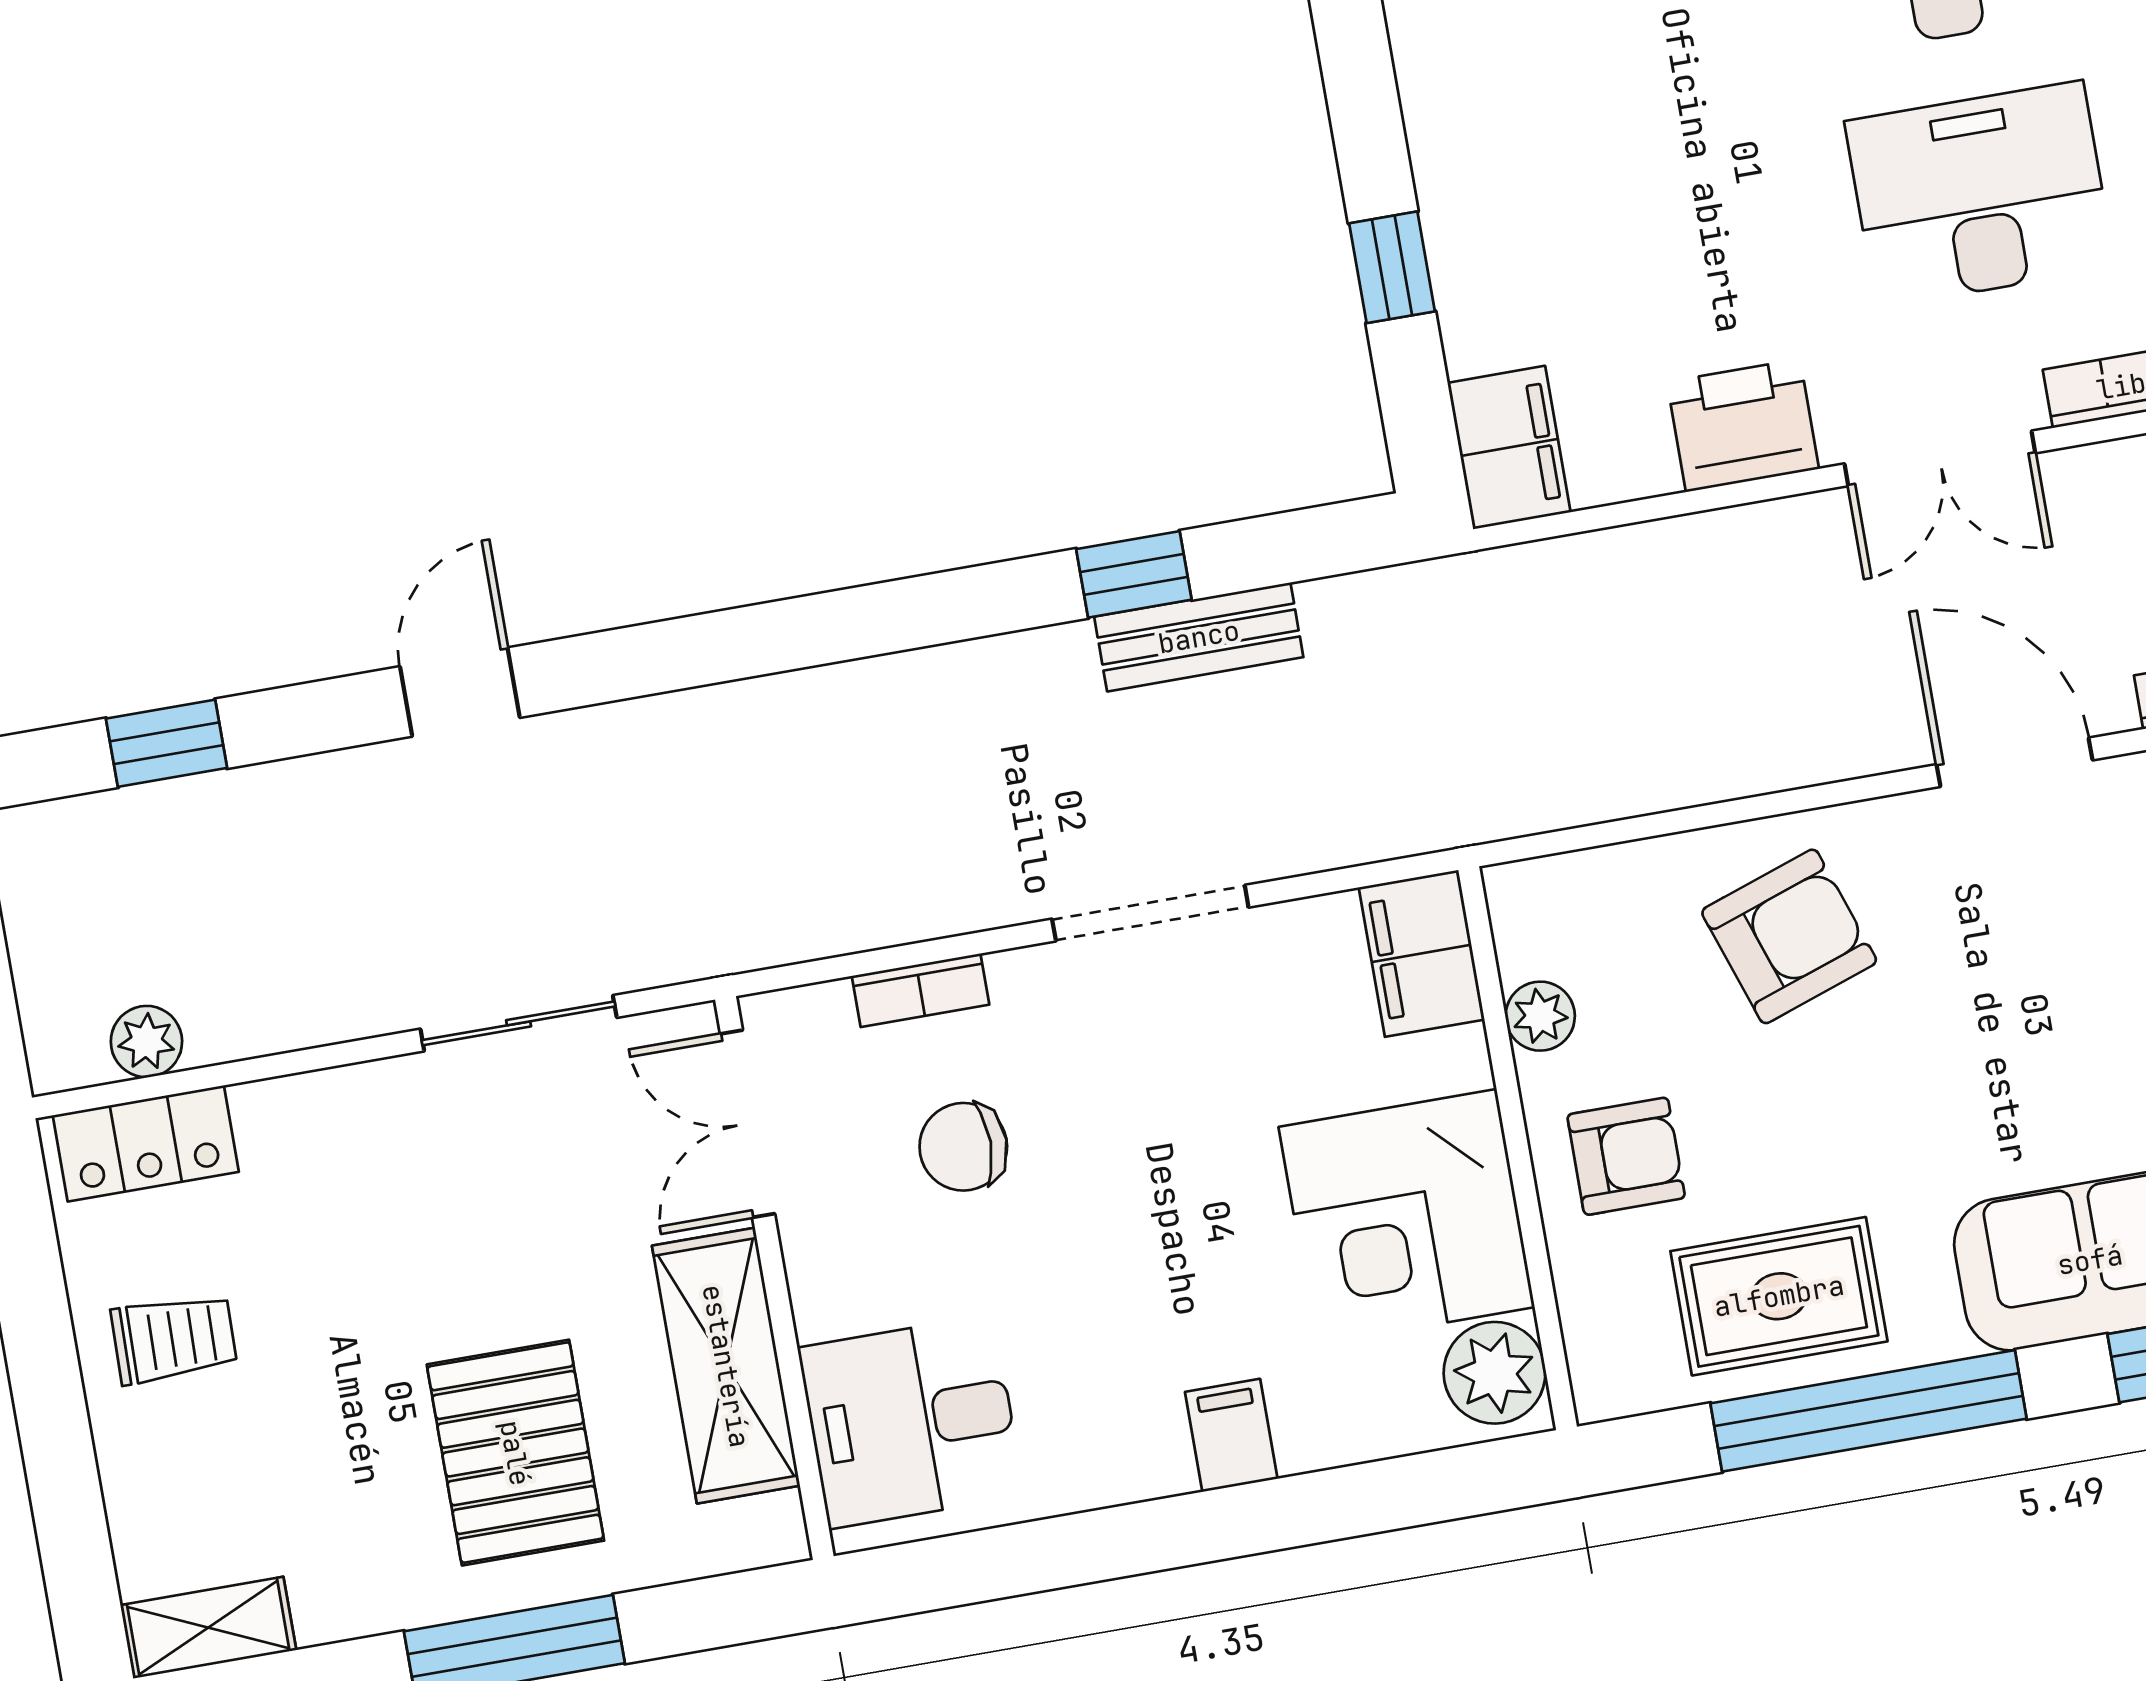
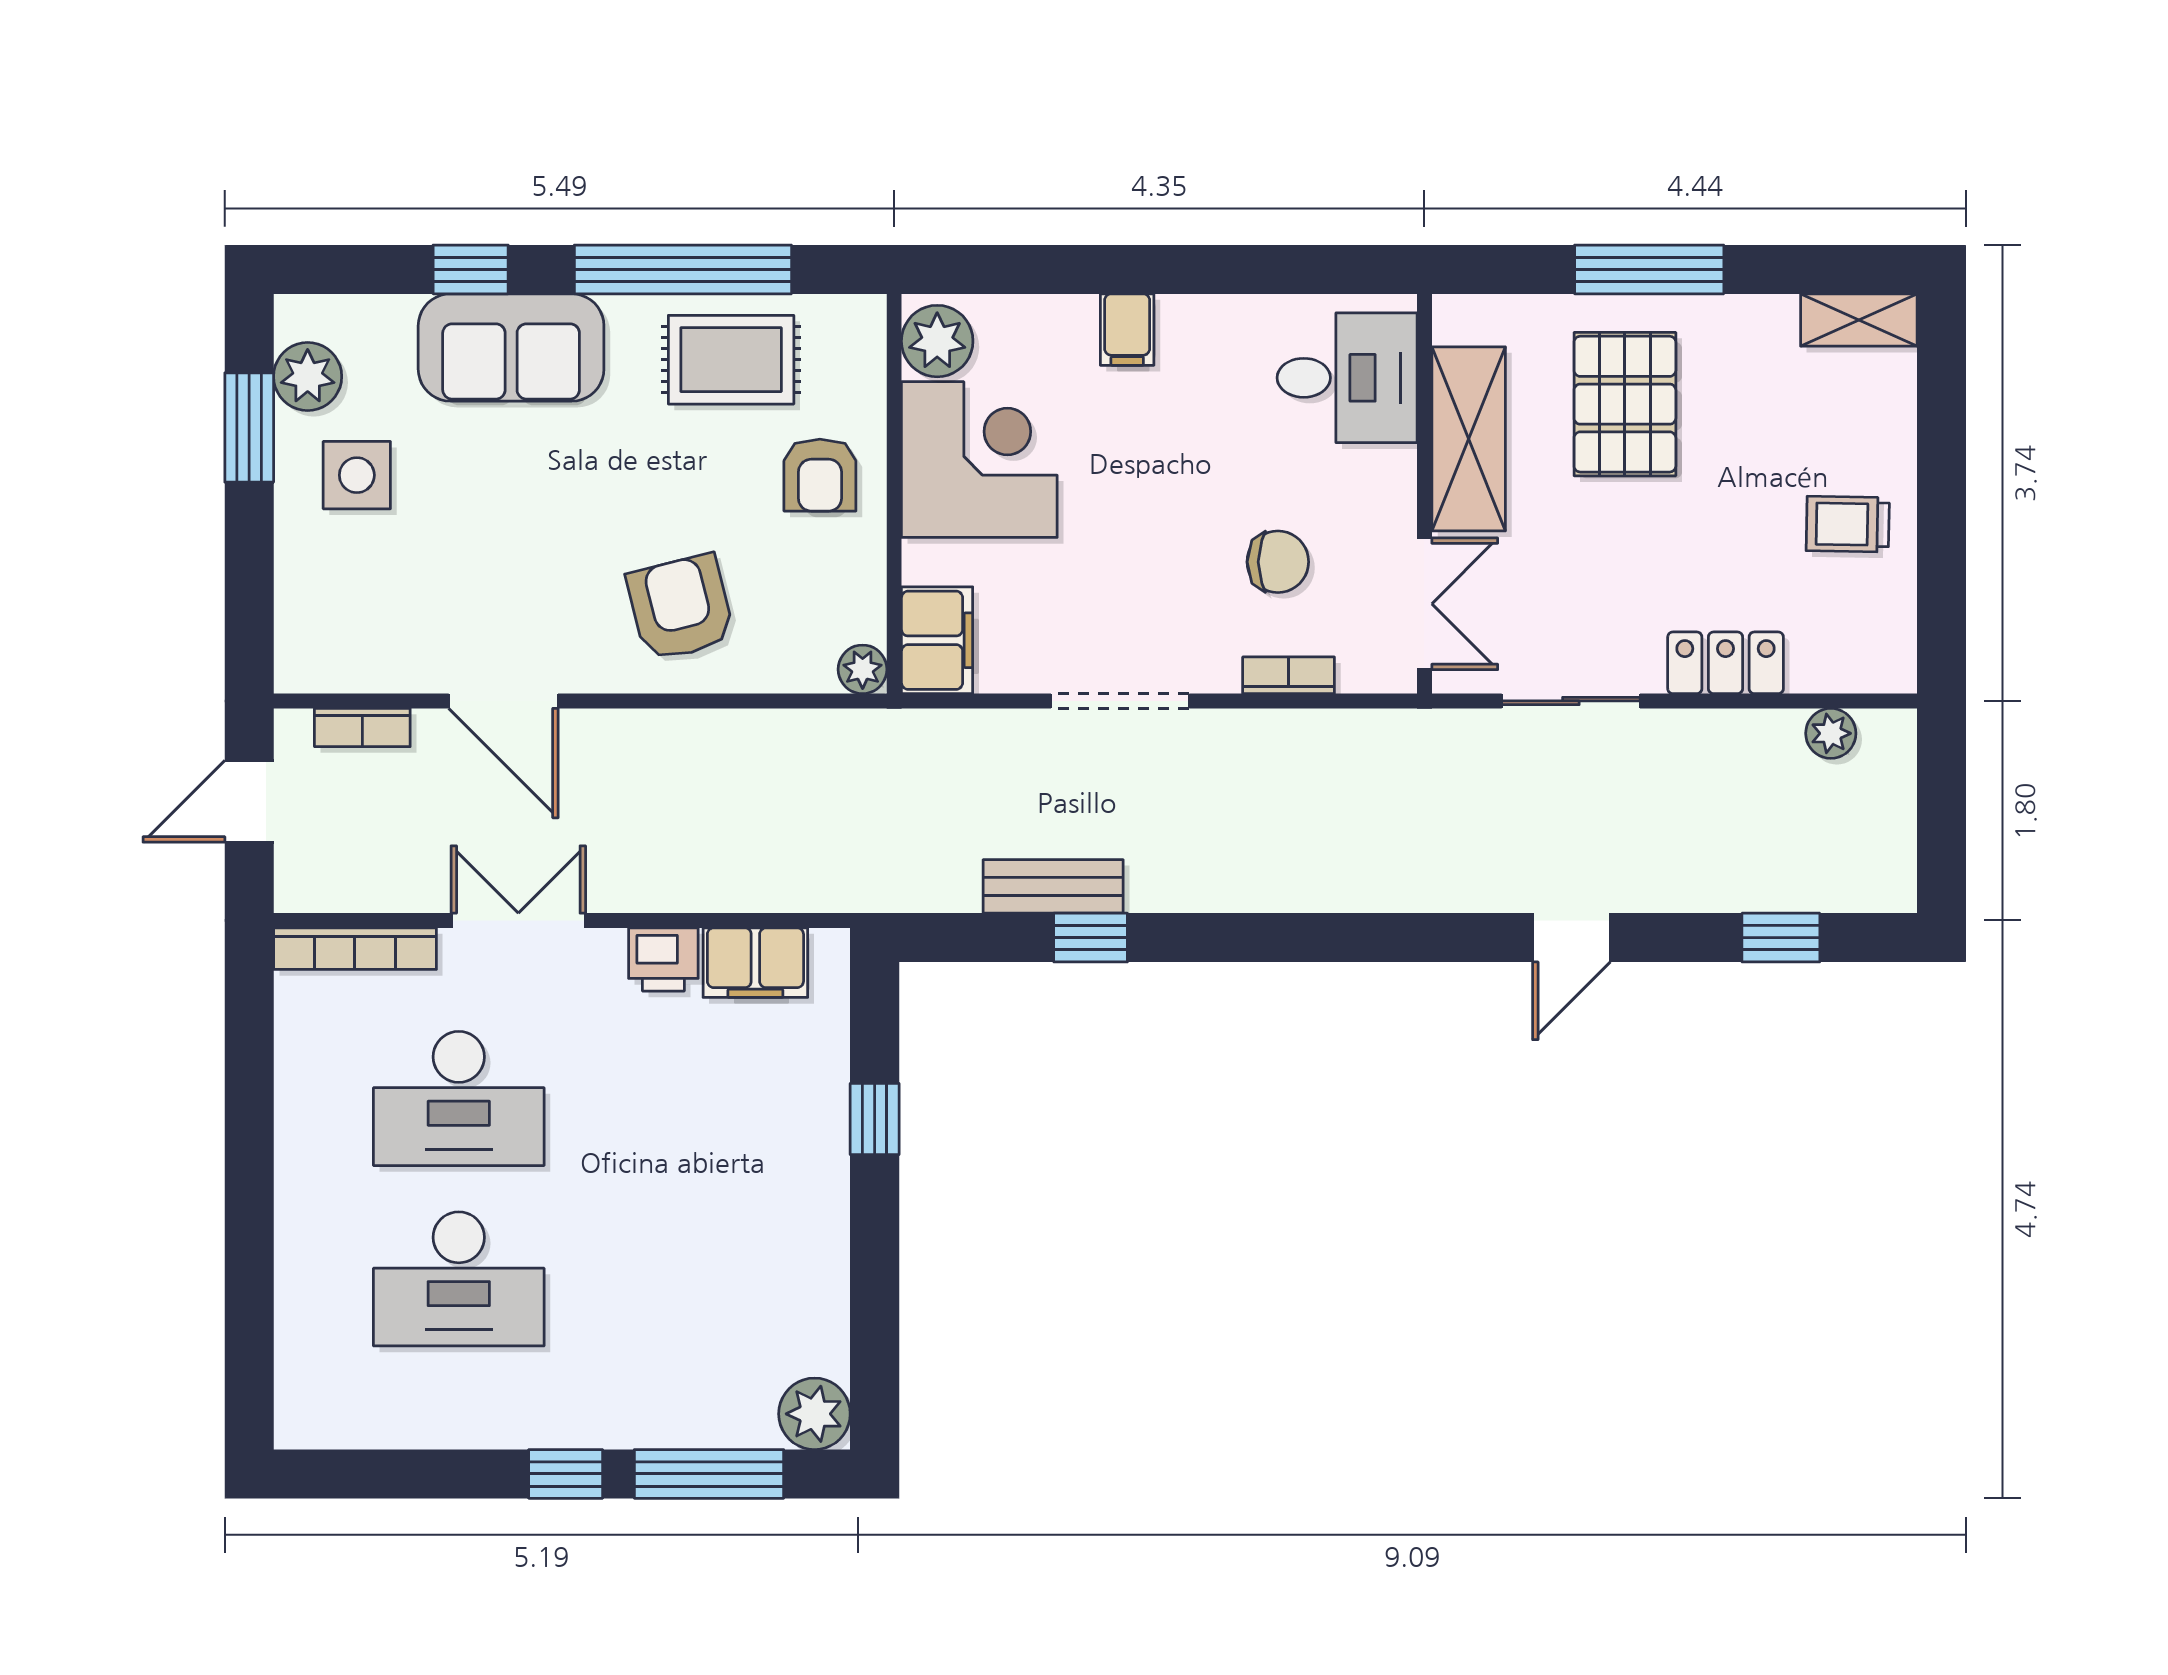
printer: (1743, 425) -> (663, 959), width x0.73, depth x0.81
filing cabinet: (1509, 447) -> (755, 963), moved, turned -90
armchair: (1789, 936) -> (681, 608), turned 95
plant: (1540, 1016) -> (863, 669), moved
locker: (146, 1144) -> (1726, 663), moved
armchair: (1626, 1156) -> (820, 475), turned -90

